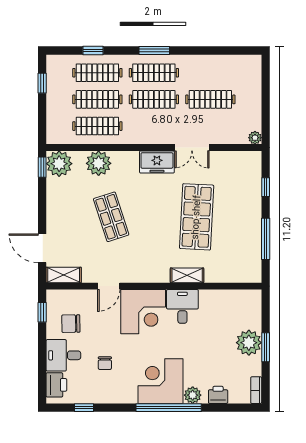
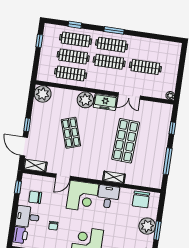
plant: (99, 163) -> (85, 100), moved
window: (42, 167) -> (27, 125), moved
chair: (233, 303) -> (141, 199), added

